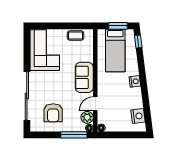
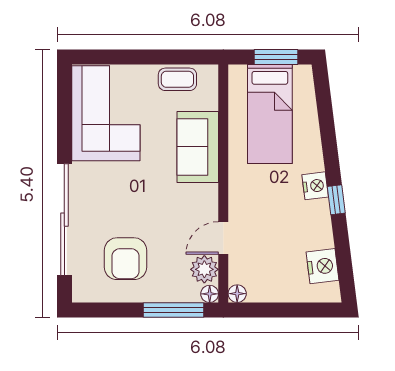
window: (138, 42) -> (336, 200), moved
sofa: (84, 77) -> (198, 147), moved

